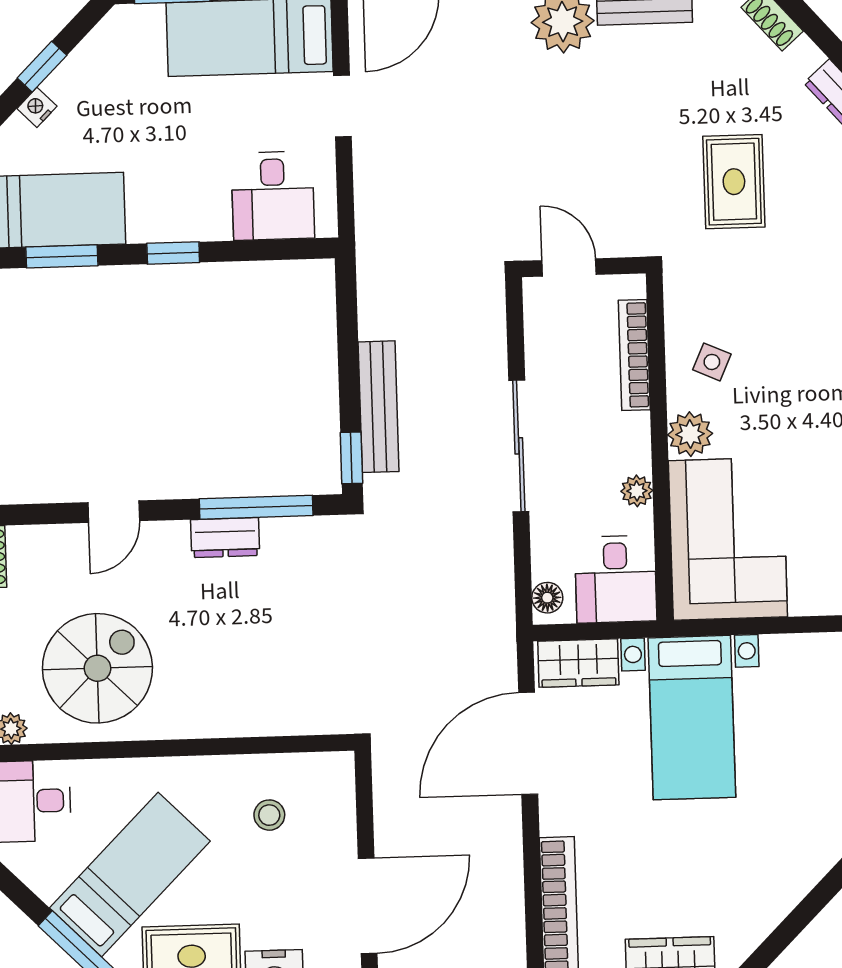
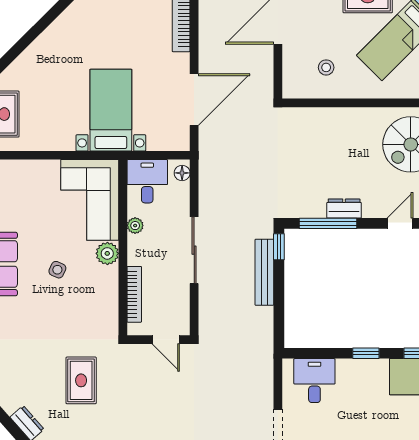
side table: (712, 362) -> (57, 270), moved
wardrobe: (578, 663) -> (167, 139), removed

